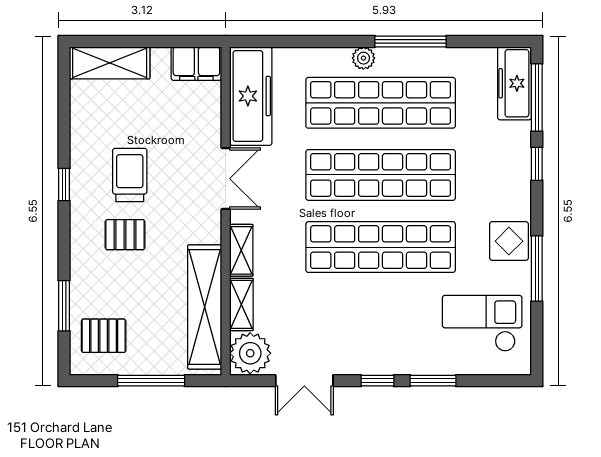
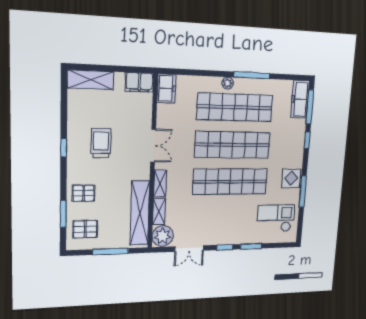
freezer: (251, 96) -> (166, 88), width x0.52, depth x0.79
pallet: (125, 235) -> (83, 193), moved

